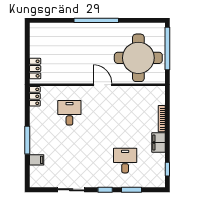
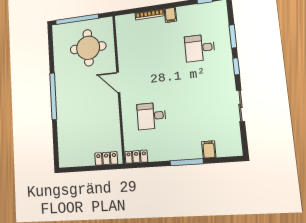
round table: (138, 58) -> (88, 48), width x0.73, depth x0.73
door: (103, 85) -> (118, 82), hinge flipped
filing cabinet: (158, 143) -> (170, 15), width x0.50

